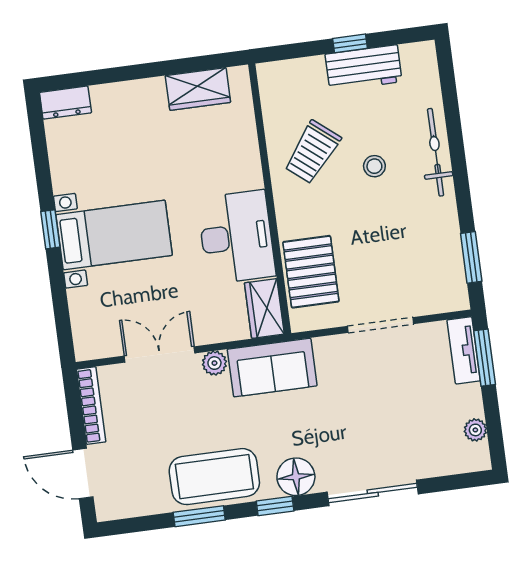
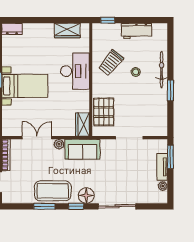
window: (350, 43) -> (108, 20), moved
desk: (236, 237) -> (75, 71), moved
window: (471, 257) -> (170, 90), moved
tv unit: (464, 350) -> (162, 167), moved

